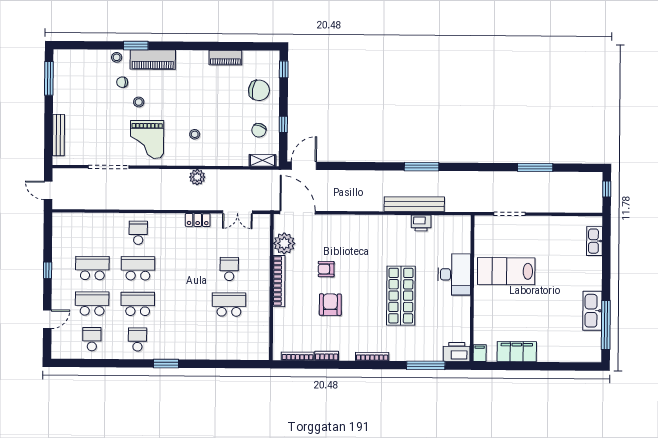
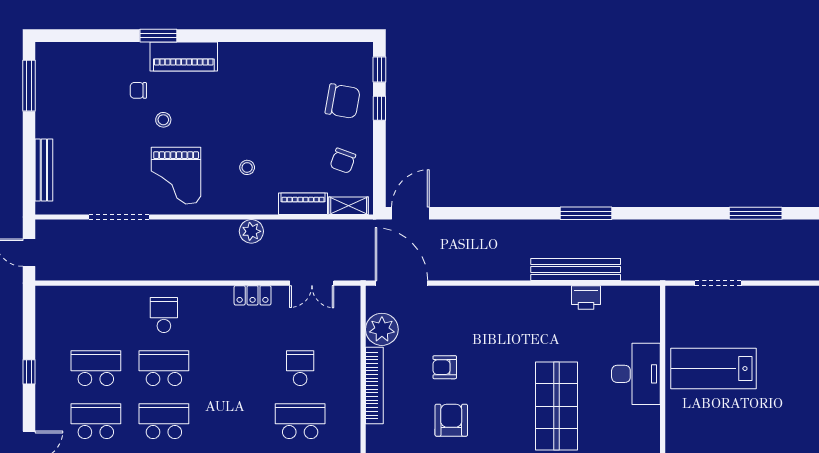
stool: (117, 57) -> (130, 53), removed
piano: (225, 58) -> (303, 204), moved, turned 180
window: (283, 124) -> (379, 108), moved

